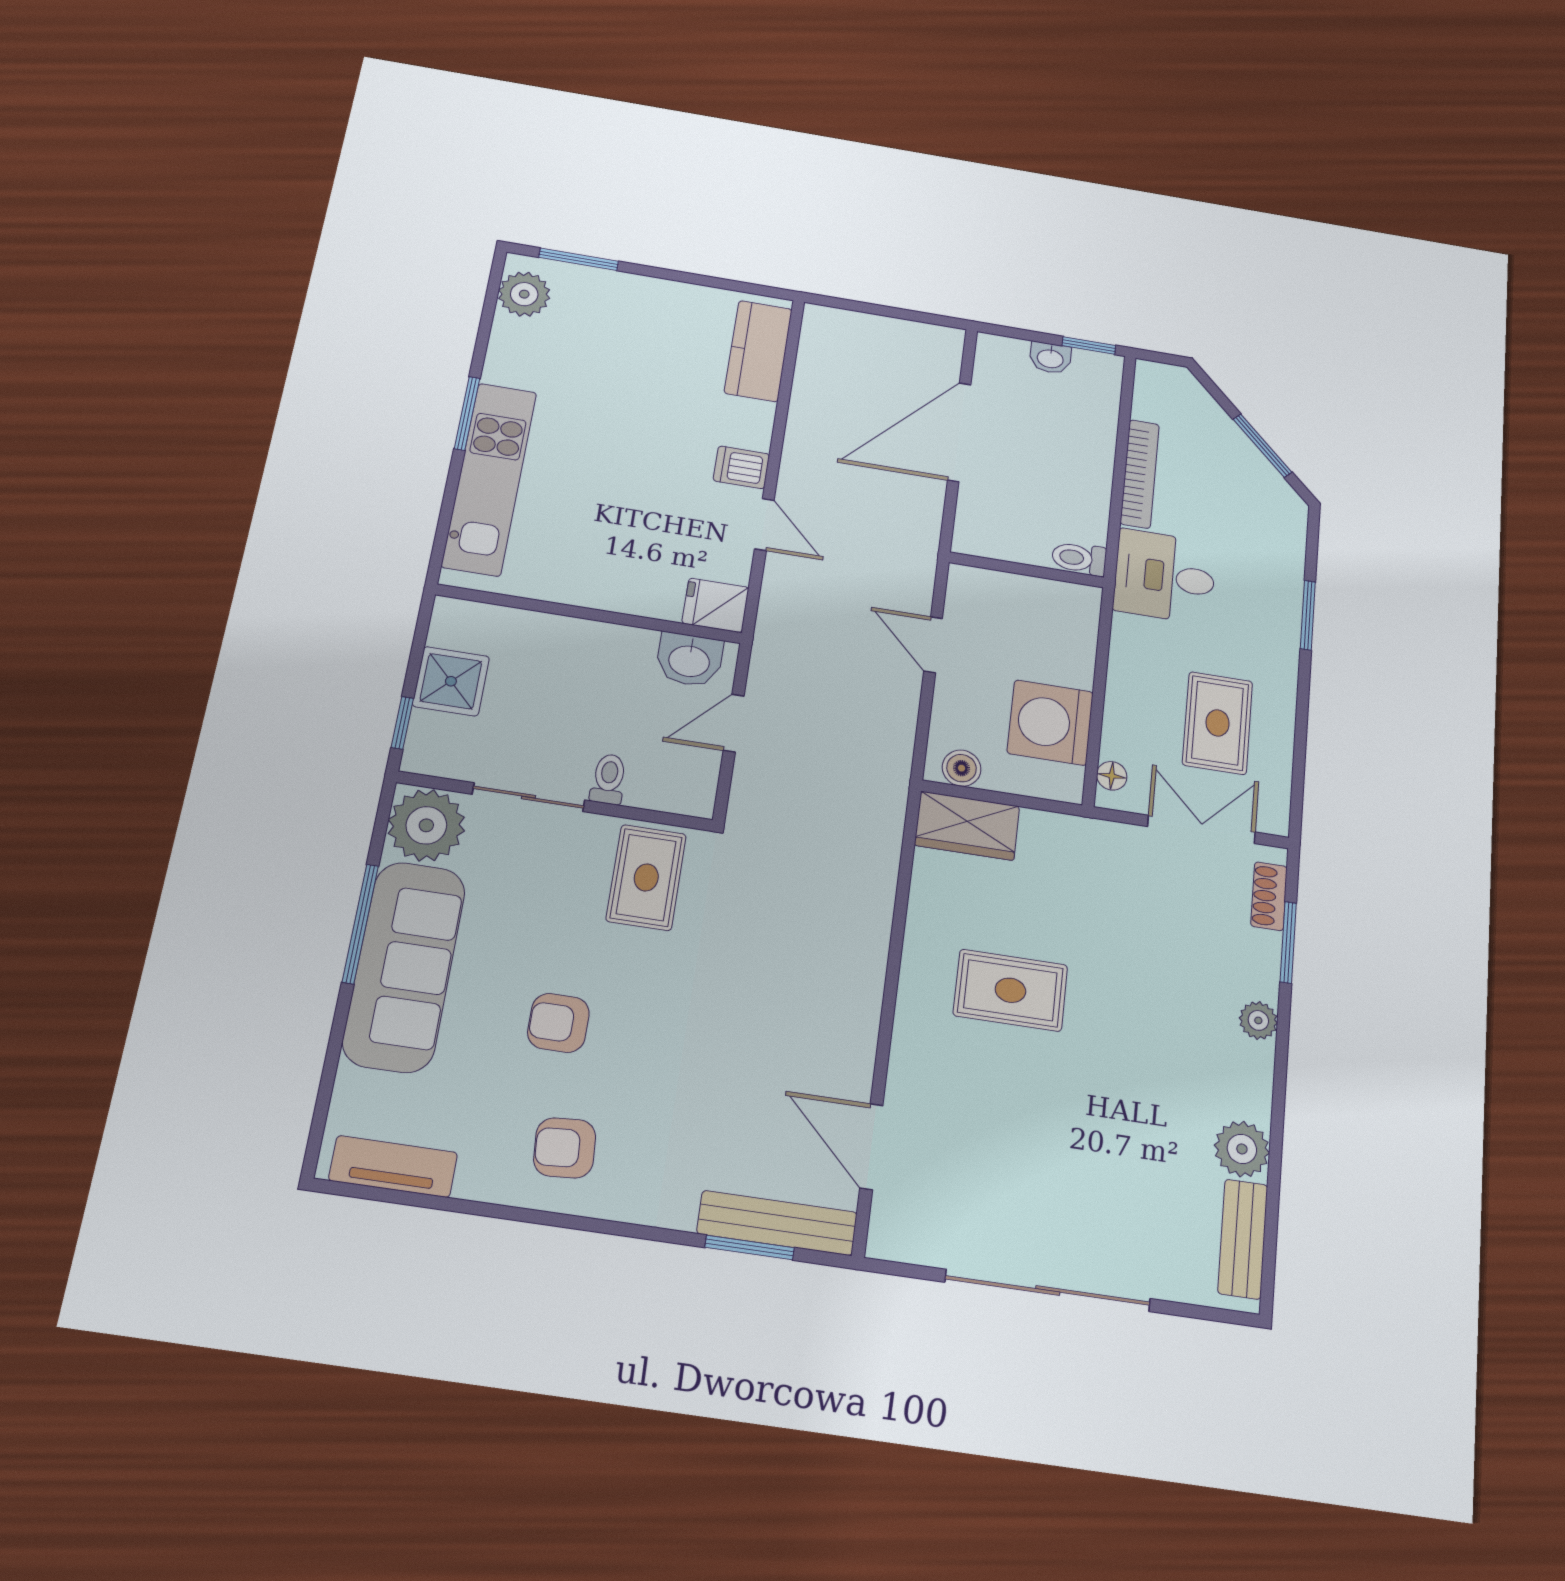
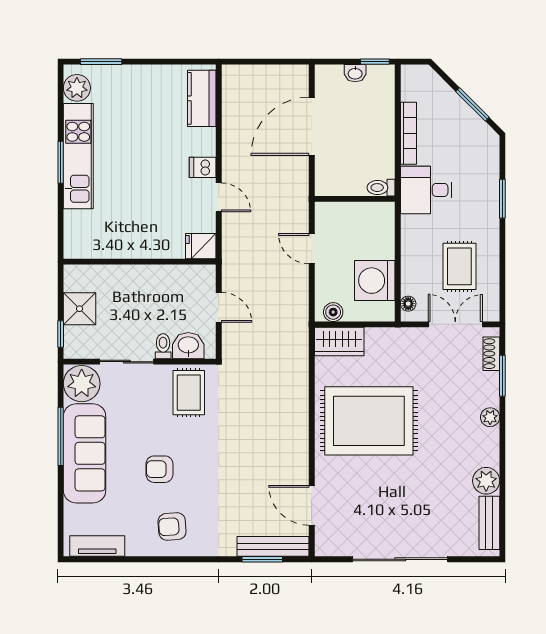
kitchen unit: (489, 479) -> (78, 156), moved
washbasin: (689, 660) -> (188, 346), moved, turned 180
door: (734, 723) -> (219, 307), swing flipped
rug: (1010, 990) -> (369, 421), width x1.86, depth x2.06

